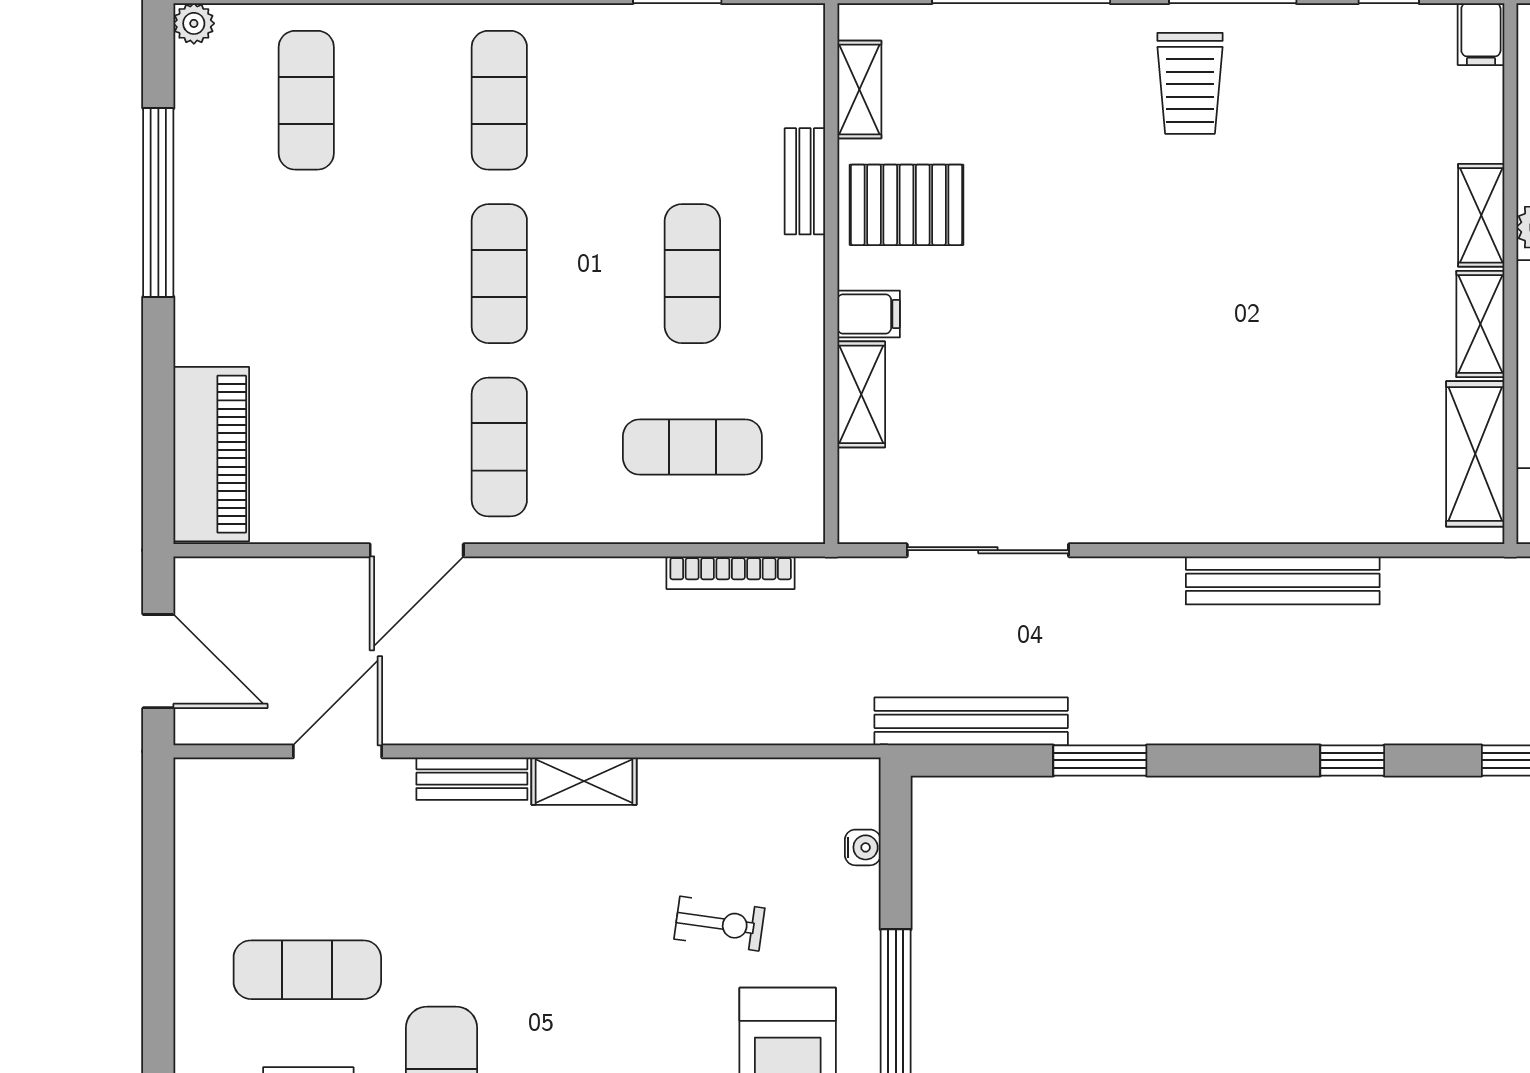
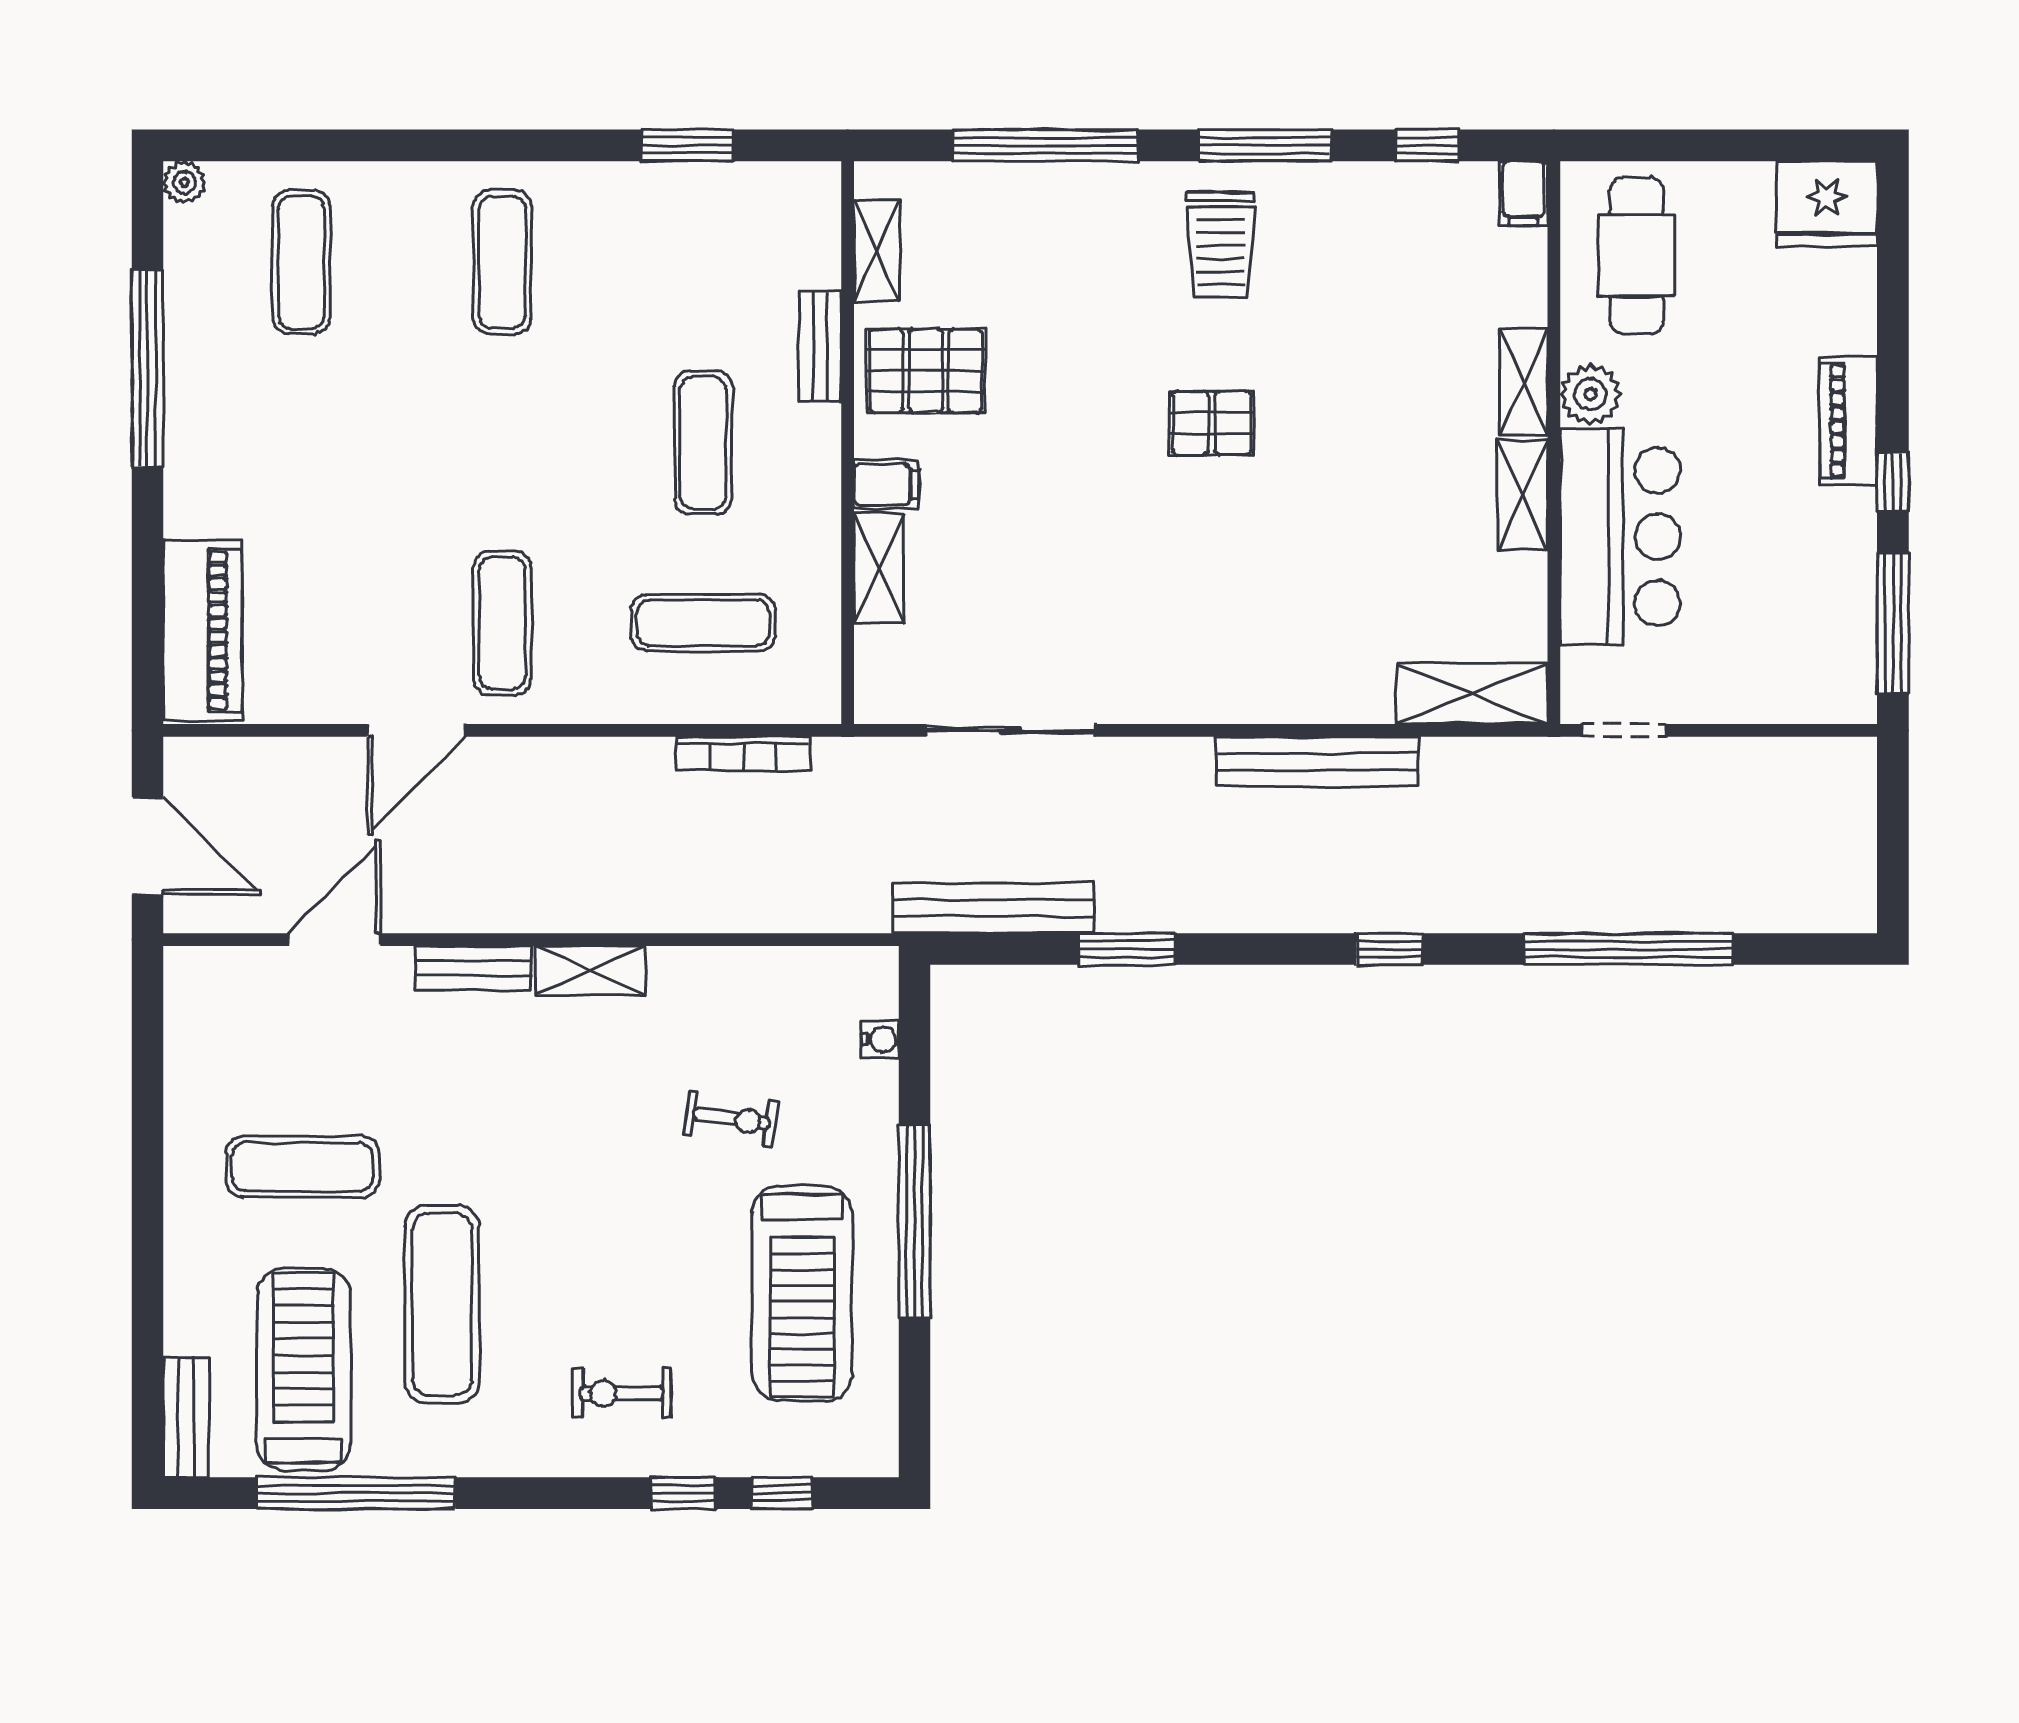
pallet: (1181, 255) -> (1212, 423), added
exercise mat: (499, 274) -> (502, 443), removed
shelving: (1475, 454) -> (1472, 694), moved, turned 90

